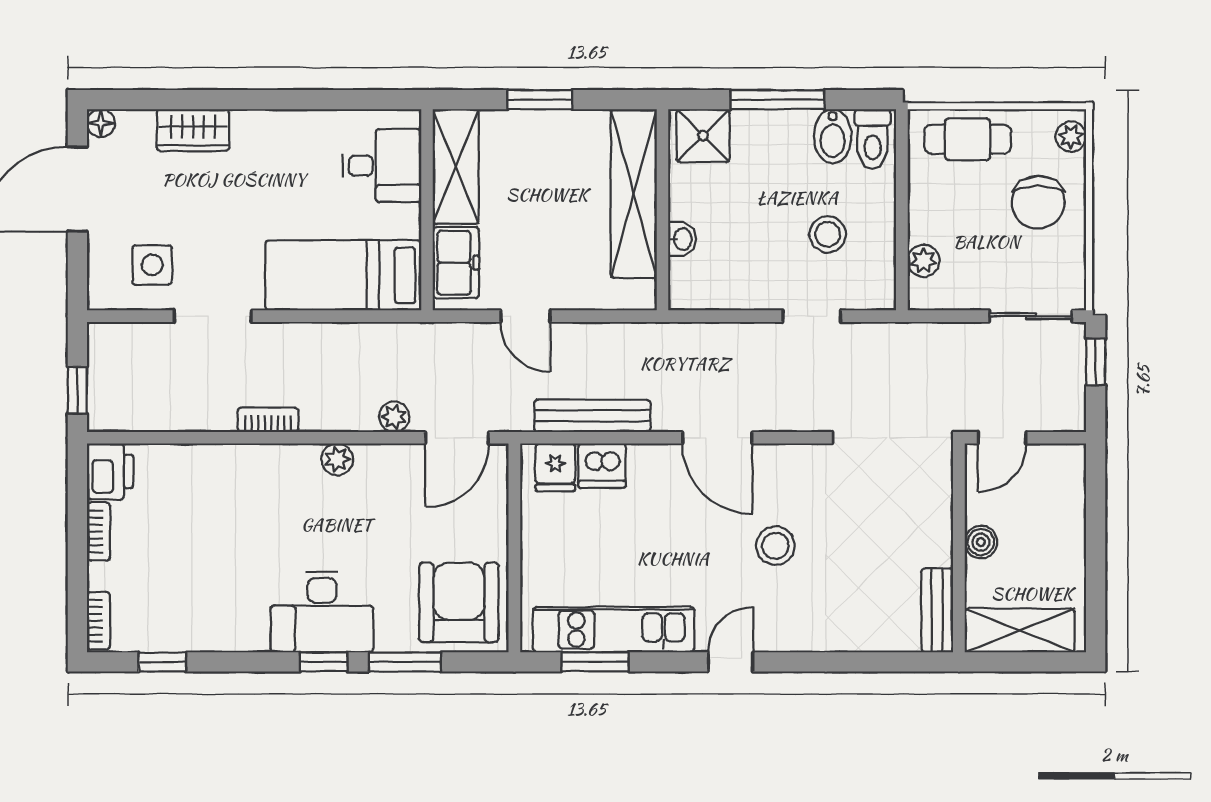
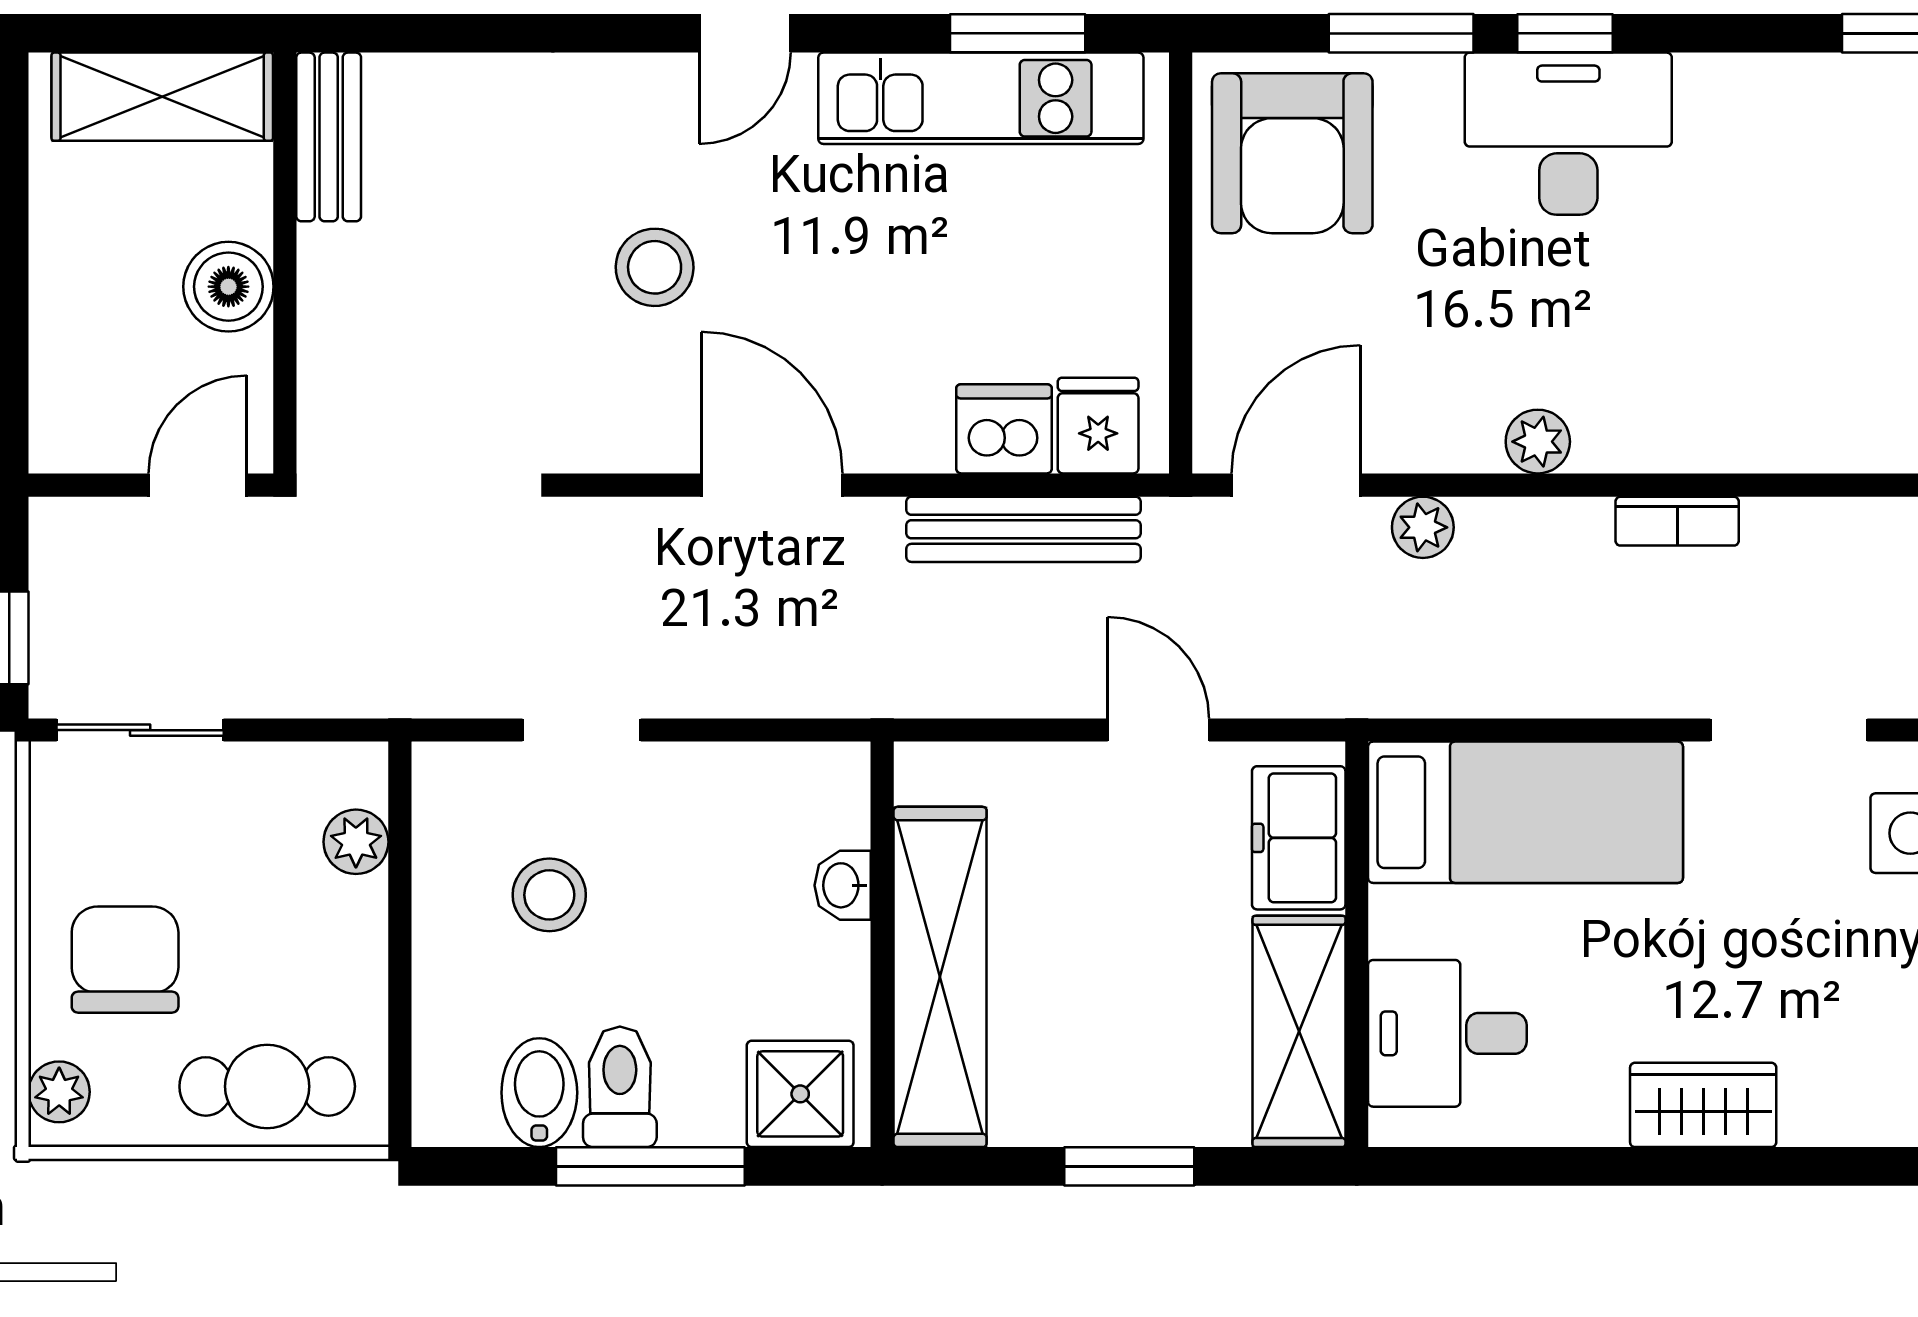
wardrobe: (193, 130) -> (1703, 1105), moved
toilet: (873, 139) -> (620, 1087), moved
boiler: (981, 542) -> (228, 287), width x1.36, depth x1.36

